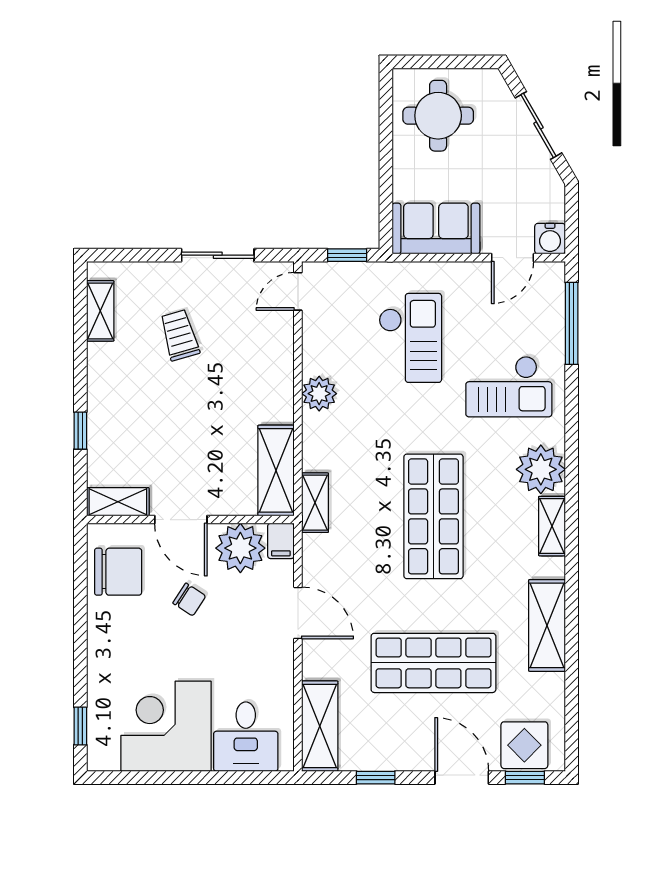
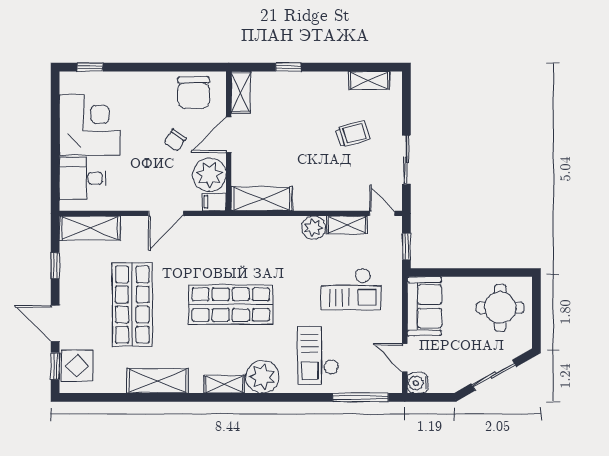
shelving: (315, 503) -> (347, 225), moved
door: (462, 778) -> (55, 324), swing flipped

